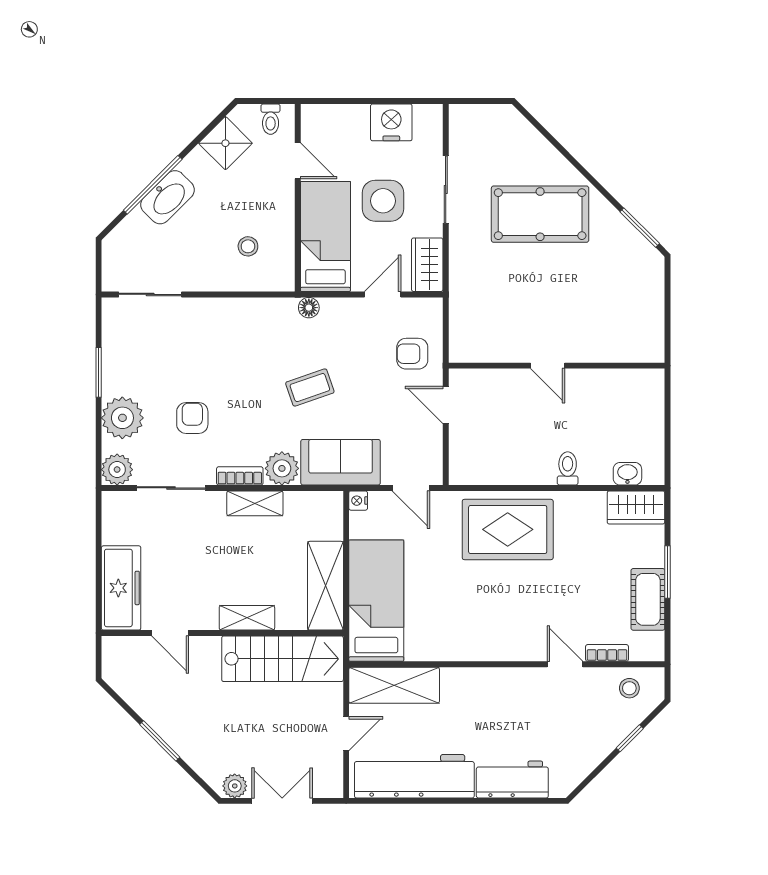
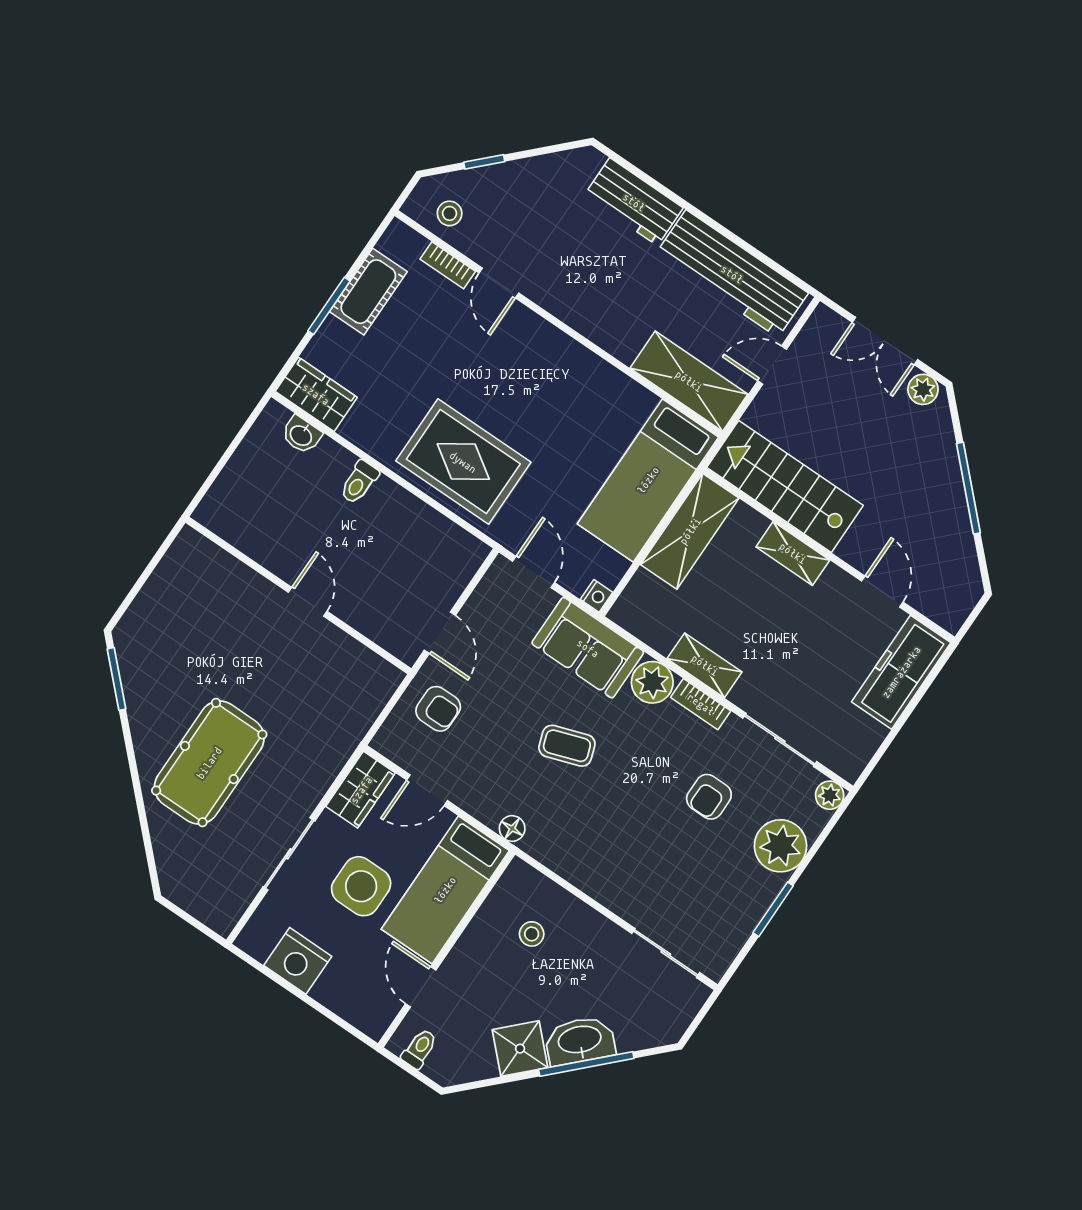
shower: (225, 143) -> (520, 1049), moved
pool table: (540, 214) -> (209, 763), turned 90
plant: (117, 470) -> (830, 795), width x0.73, depth x0.73
window: (160, 741) -> (968, 488), width x1.44

